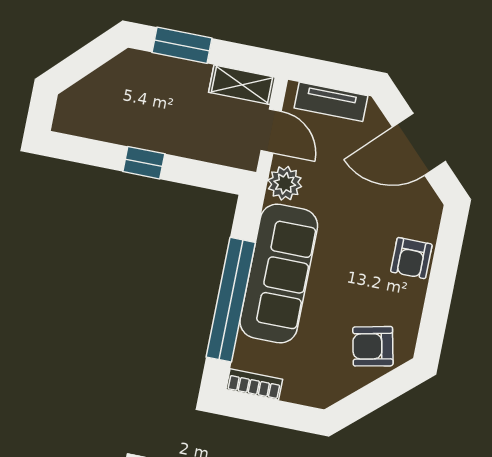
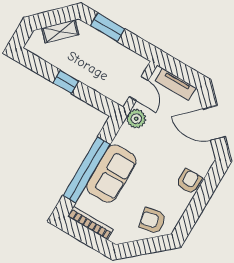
shelving: (242, 85) -> (60, 31), moved, turned -45
armchair: (411, 258) -> (189, 181), turned 180
sofa: (279, 273) -> (111, 174), width x0.73
bookcase: (254, 384) -> (90, 223), width x1.56

